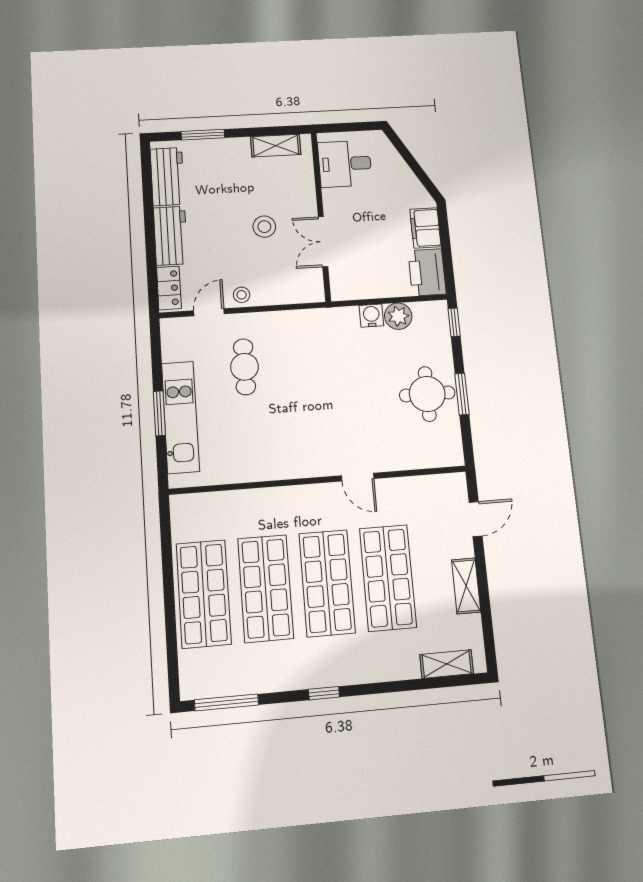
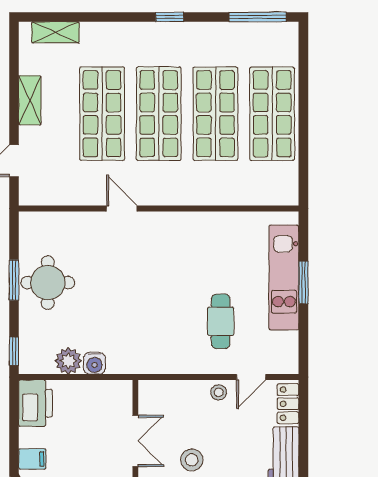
filing cabinet: (426, 228) -> (32, 459), width x0.50

